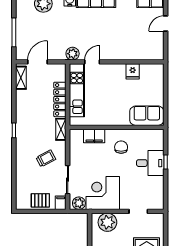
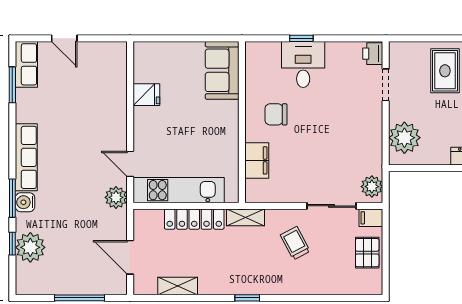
shelving: (21, 78) -> (178, 286), moved
corner desk: (103, 193) -> (354, 146), removed
printer: (157, 204) -> (373, 54), added

